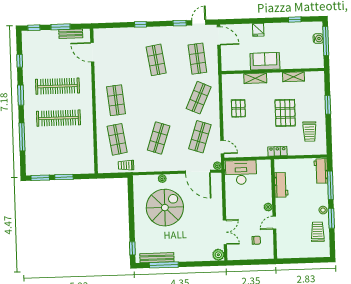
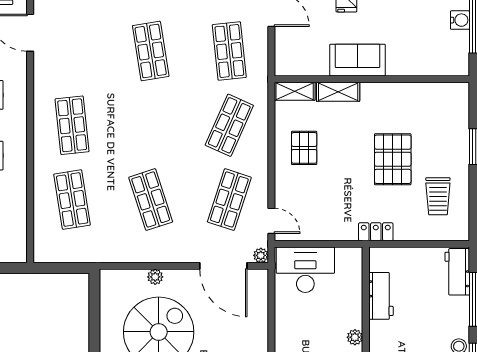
shelving: (293, 77) -> (295, 91), moved
shop shelf: (159, 138) -> (151, 200), turned -36
trolley: (126, 165) -> (87, 249), removed

